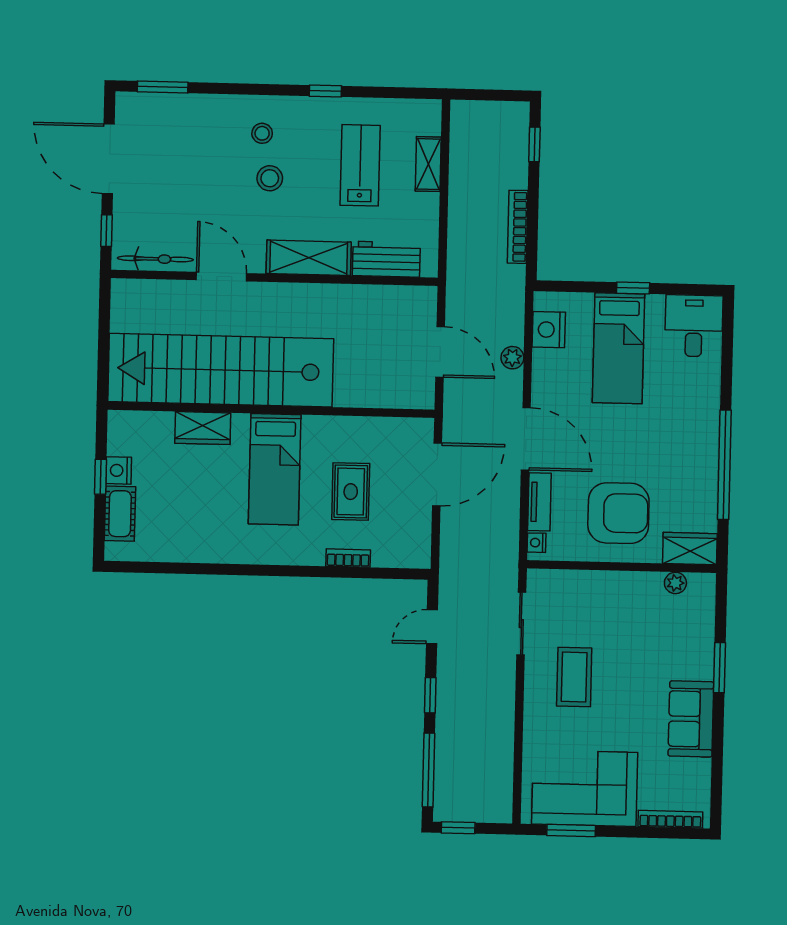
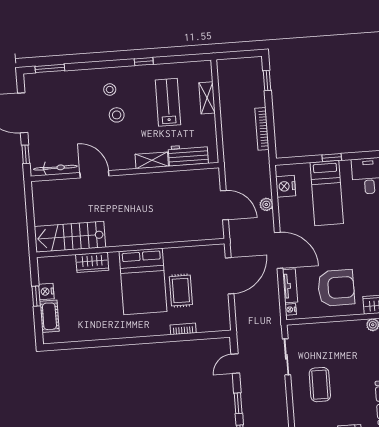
shelving: (309, 258) -> (152, 160), width x0.67, depth x0.75
stairs: (221, 370) -> (70, 237), width x0.54, depth x0.66
bed: (275, 469) -> (143, 281), width x1.50

